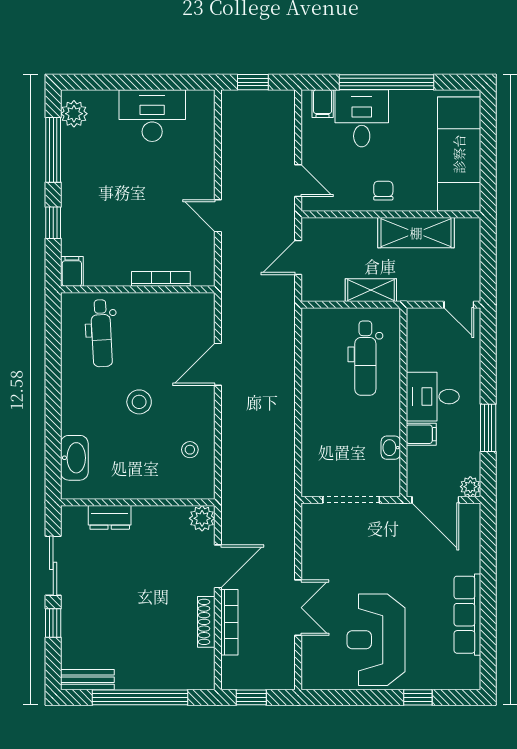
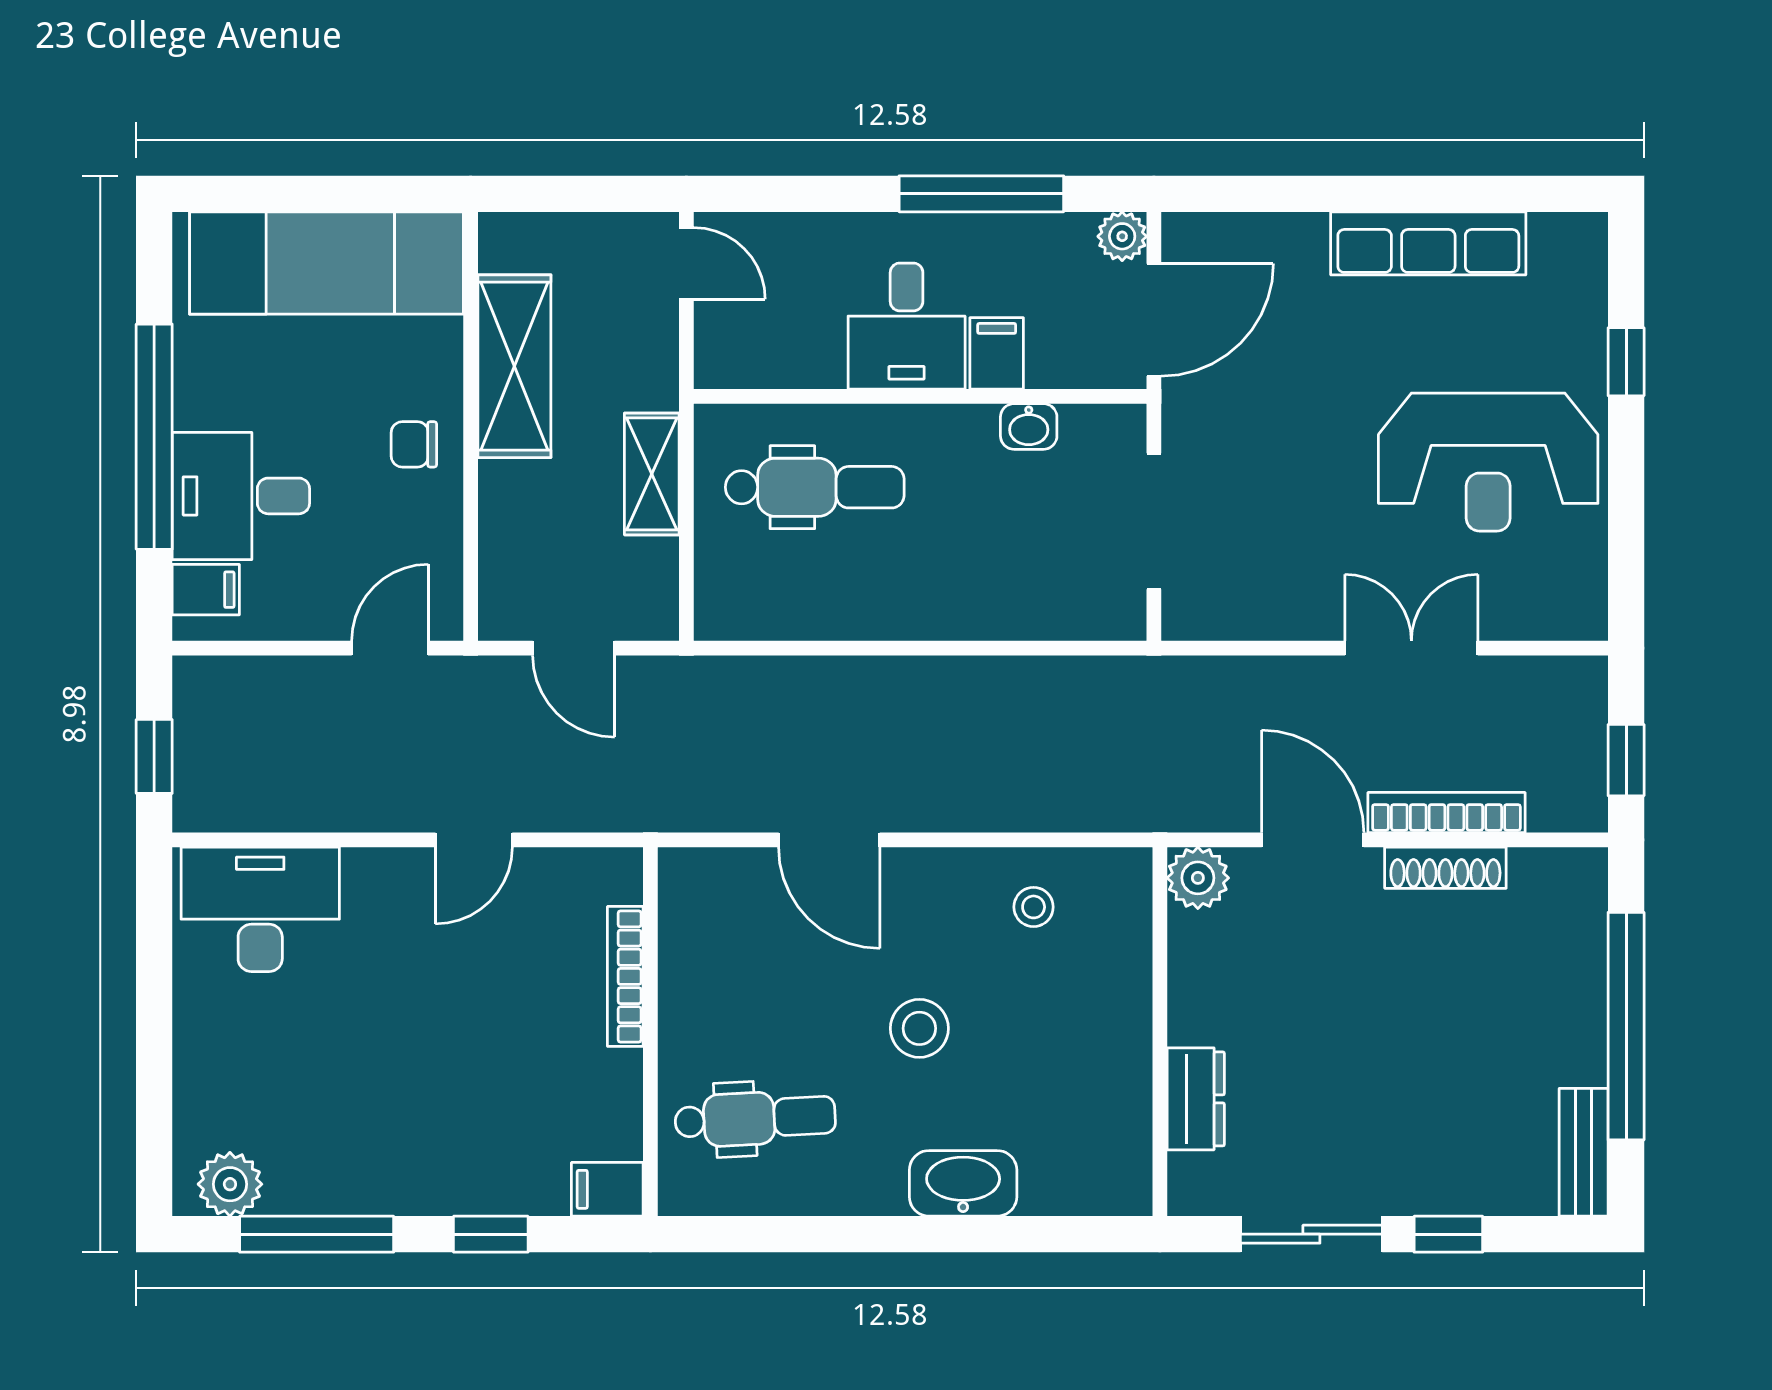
desk: (152, 116) -> (260, 909), moved, turned 90
door: (459, 305) -> (686, 263), hinge flipped
window: (488, 428) -> (981, 194), width x1.44
washbasin: (74, 458) -> (963, 1183), moved

